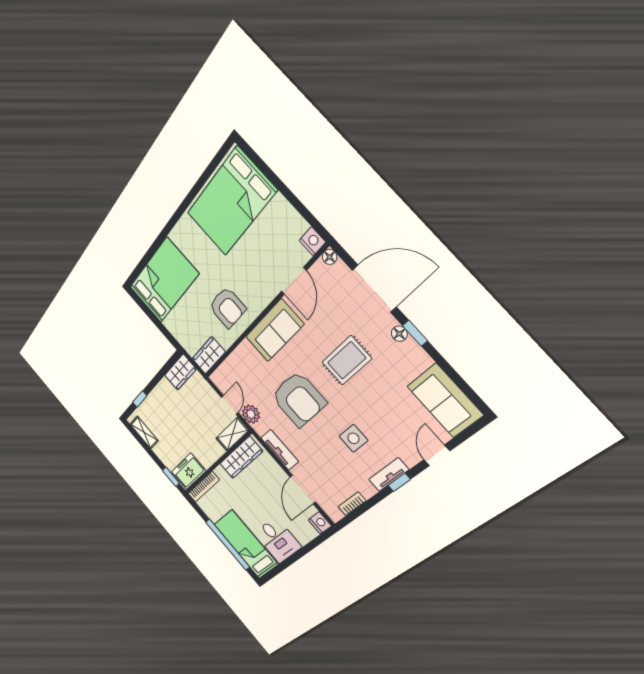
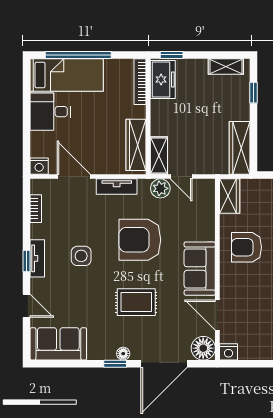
floor lamp: (330, 257) -> (203, 348), width x1.89, depth x1.89
rug: (347, 360) -> (136, 302), turned 90
wardrobe: (180, 372) -> (240, 148), width x1.50

